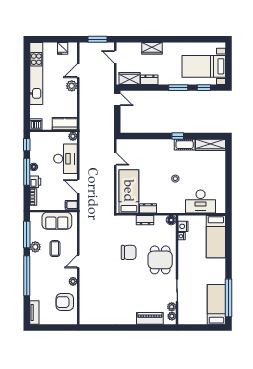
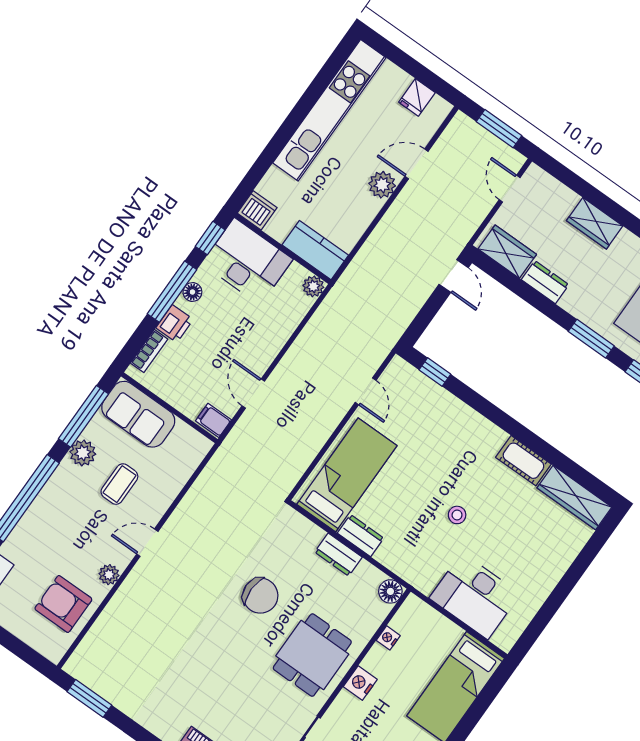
window: (178, 136) -> (435, 372), moved
desk: (65, 159) -> (247, 261), moved, turned -90
sofa: (57, 221) -> (138, 414), moved
nightstand: (183, 226) -> (360, 683), moved
window: (96, 327) -> (89, 698), added

